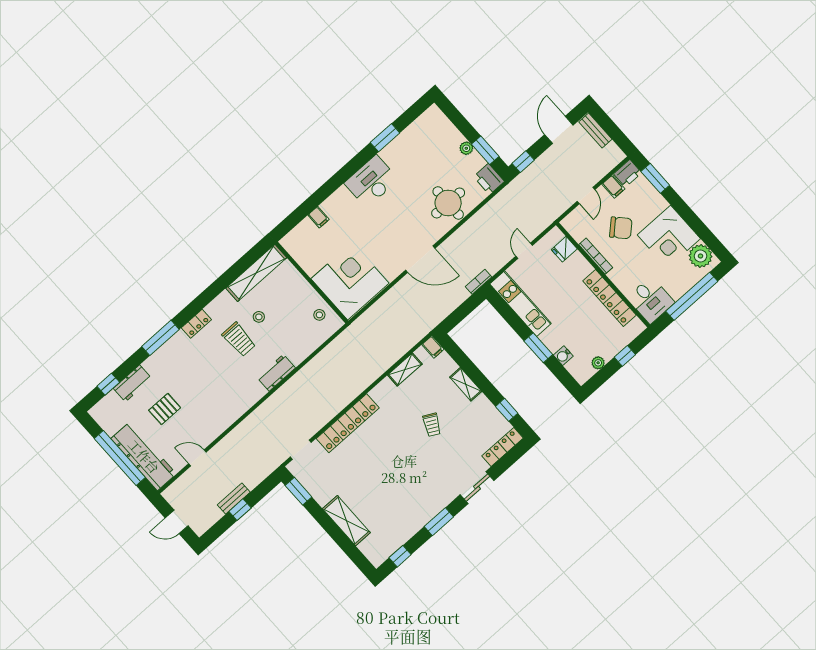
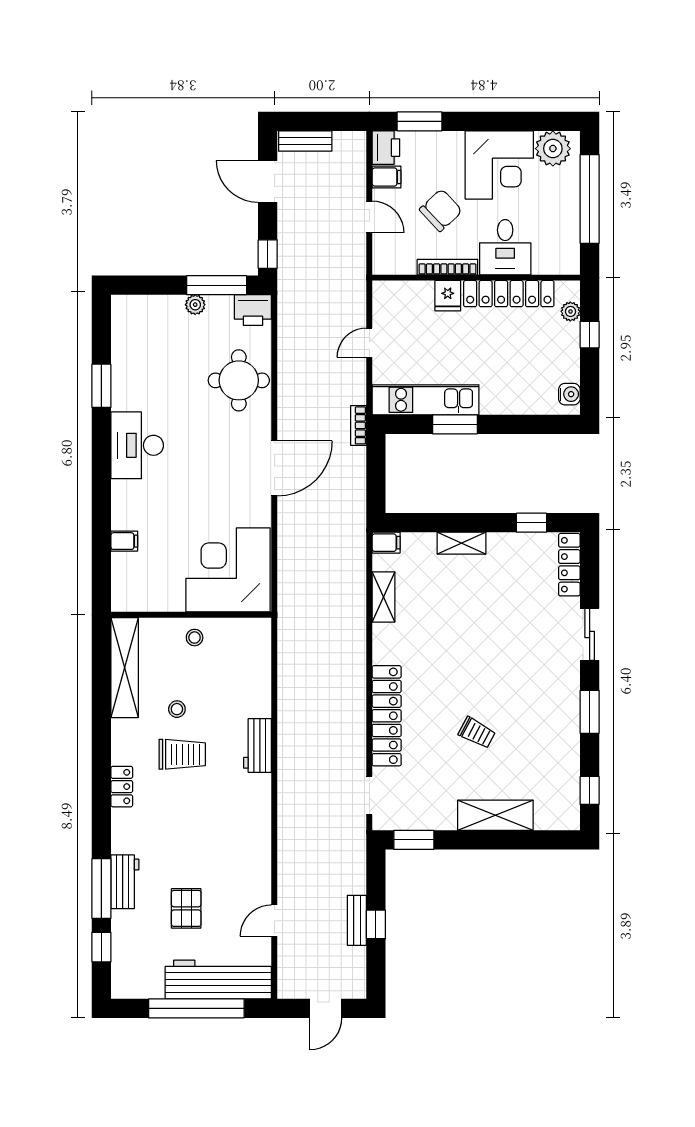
window: (485, 150) -> (217, 285), width x1.44
fridge: (564, 249) -> (448, 296), moved
door: (524, 251) -> (369, 343), hinge flipped
desk: (651, 300) -> (505, 247), moved, turned 90
stool: (319, 315) -> (195, 638), moved
window: (160, 338) -> (101, 889), moved
window: (538, 348) -> (455, 424), moved
water cooler: (563, 356) -> (569, 394), moved, turned -90
plant: (598, 363) -> (570, 311), moved
workbench: (133, 383) -> (125, 882), moved
trolley: (432, 425) -> (477, 733), moved

